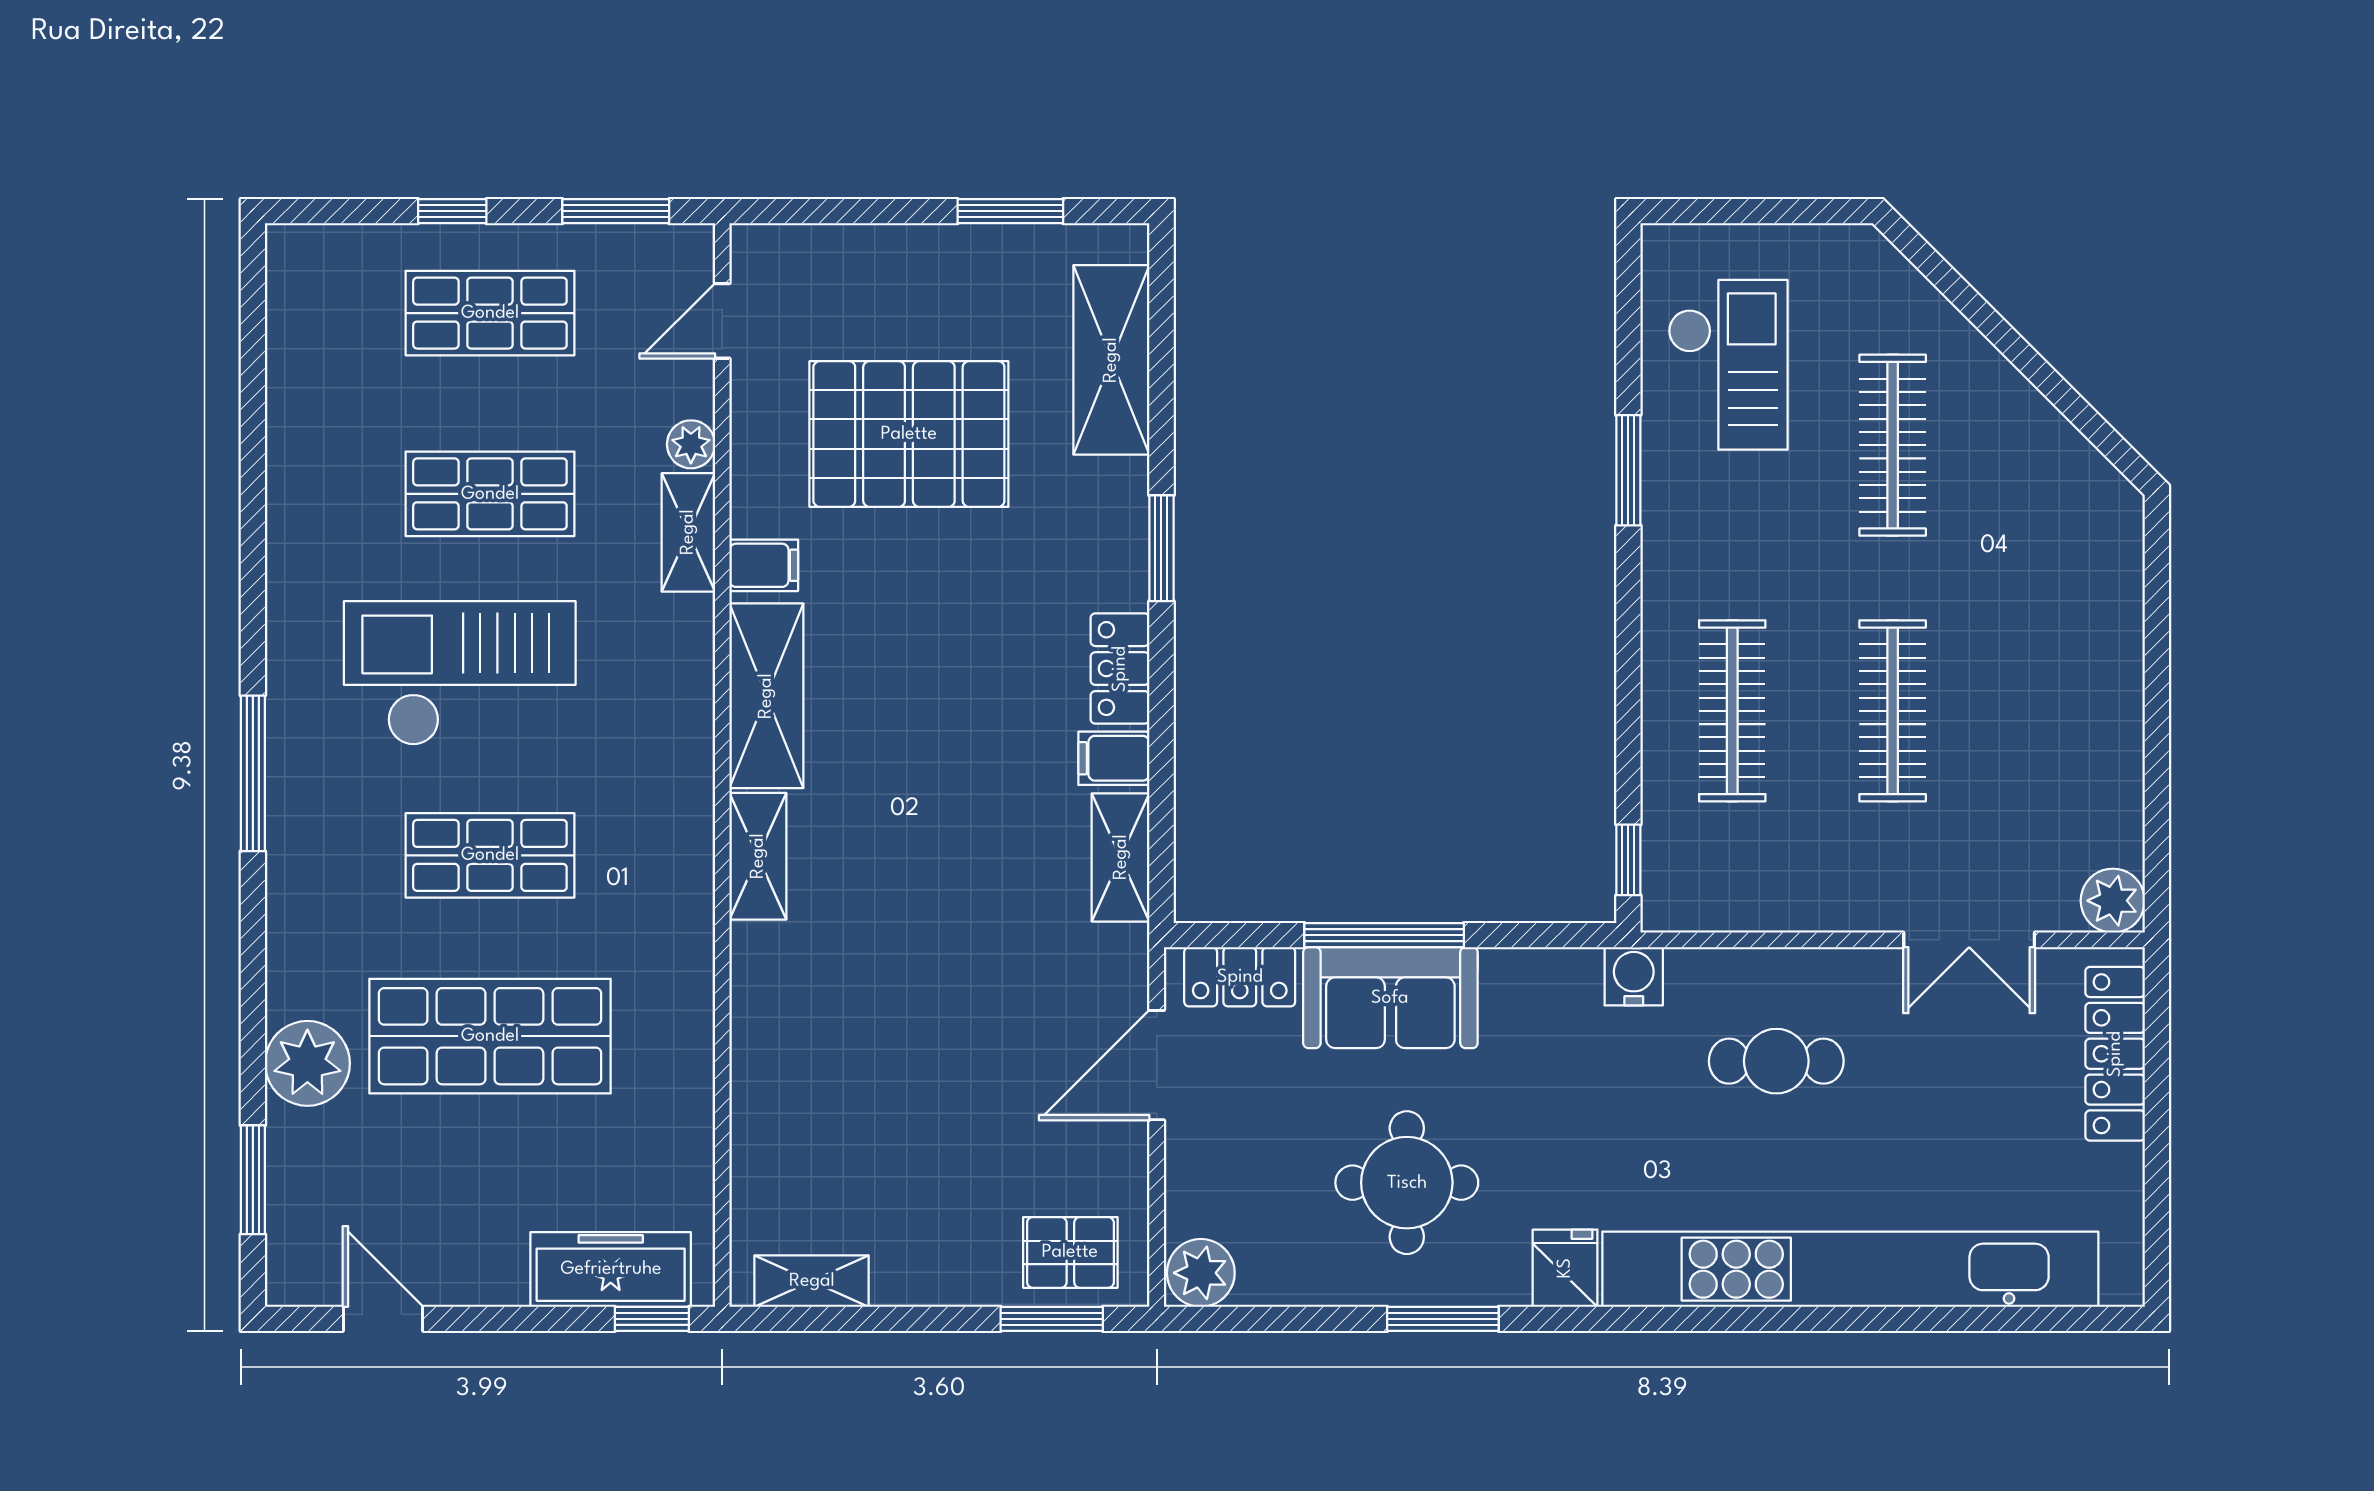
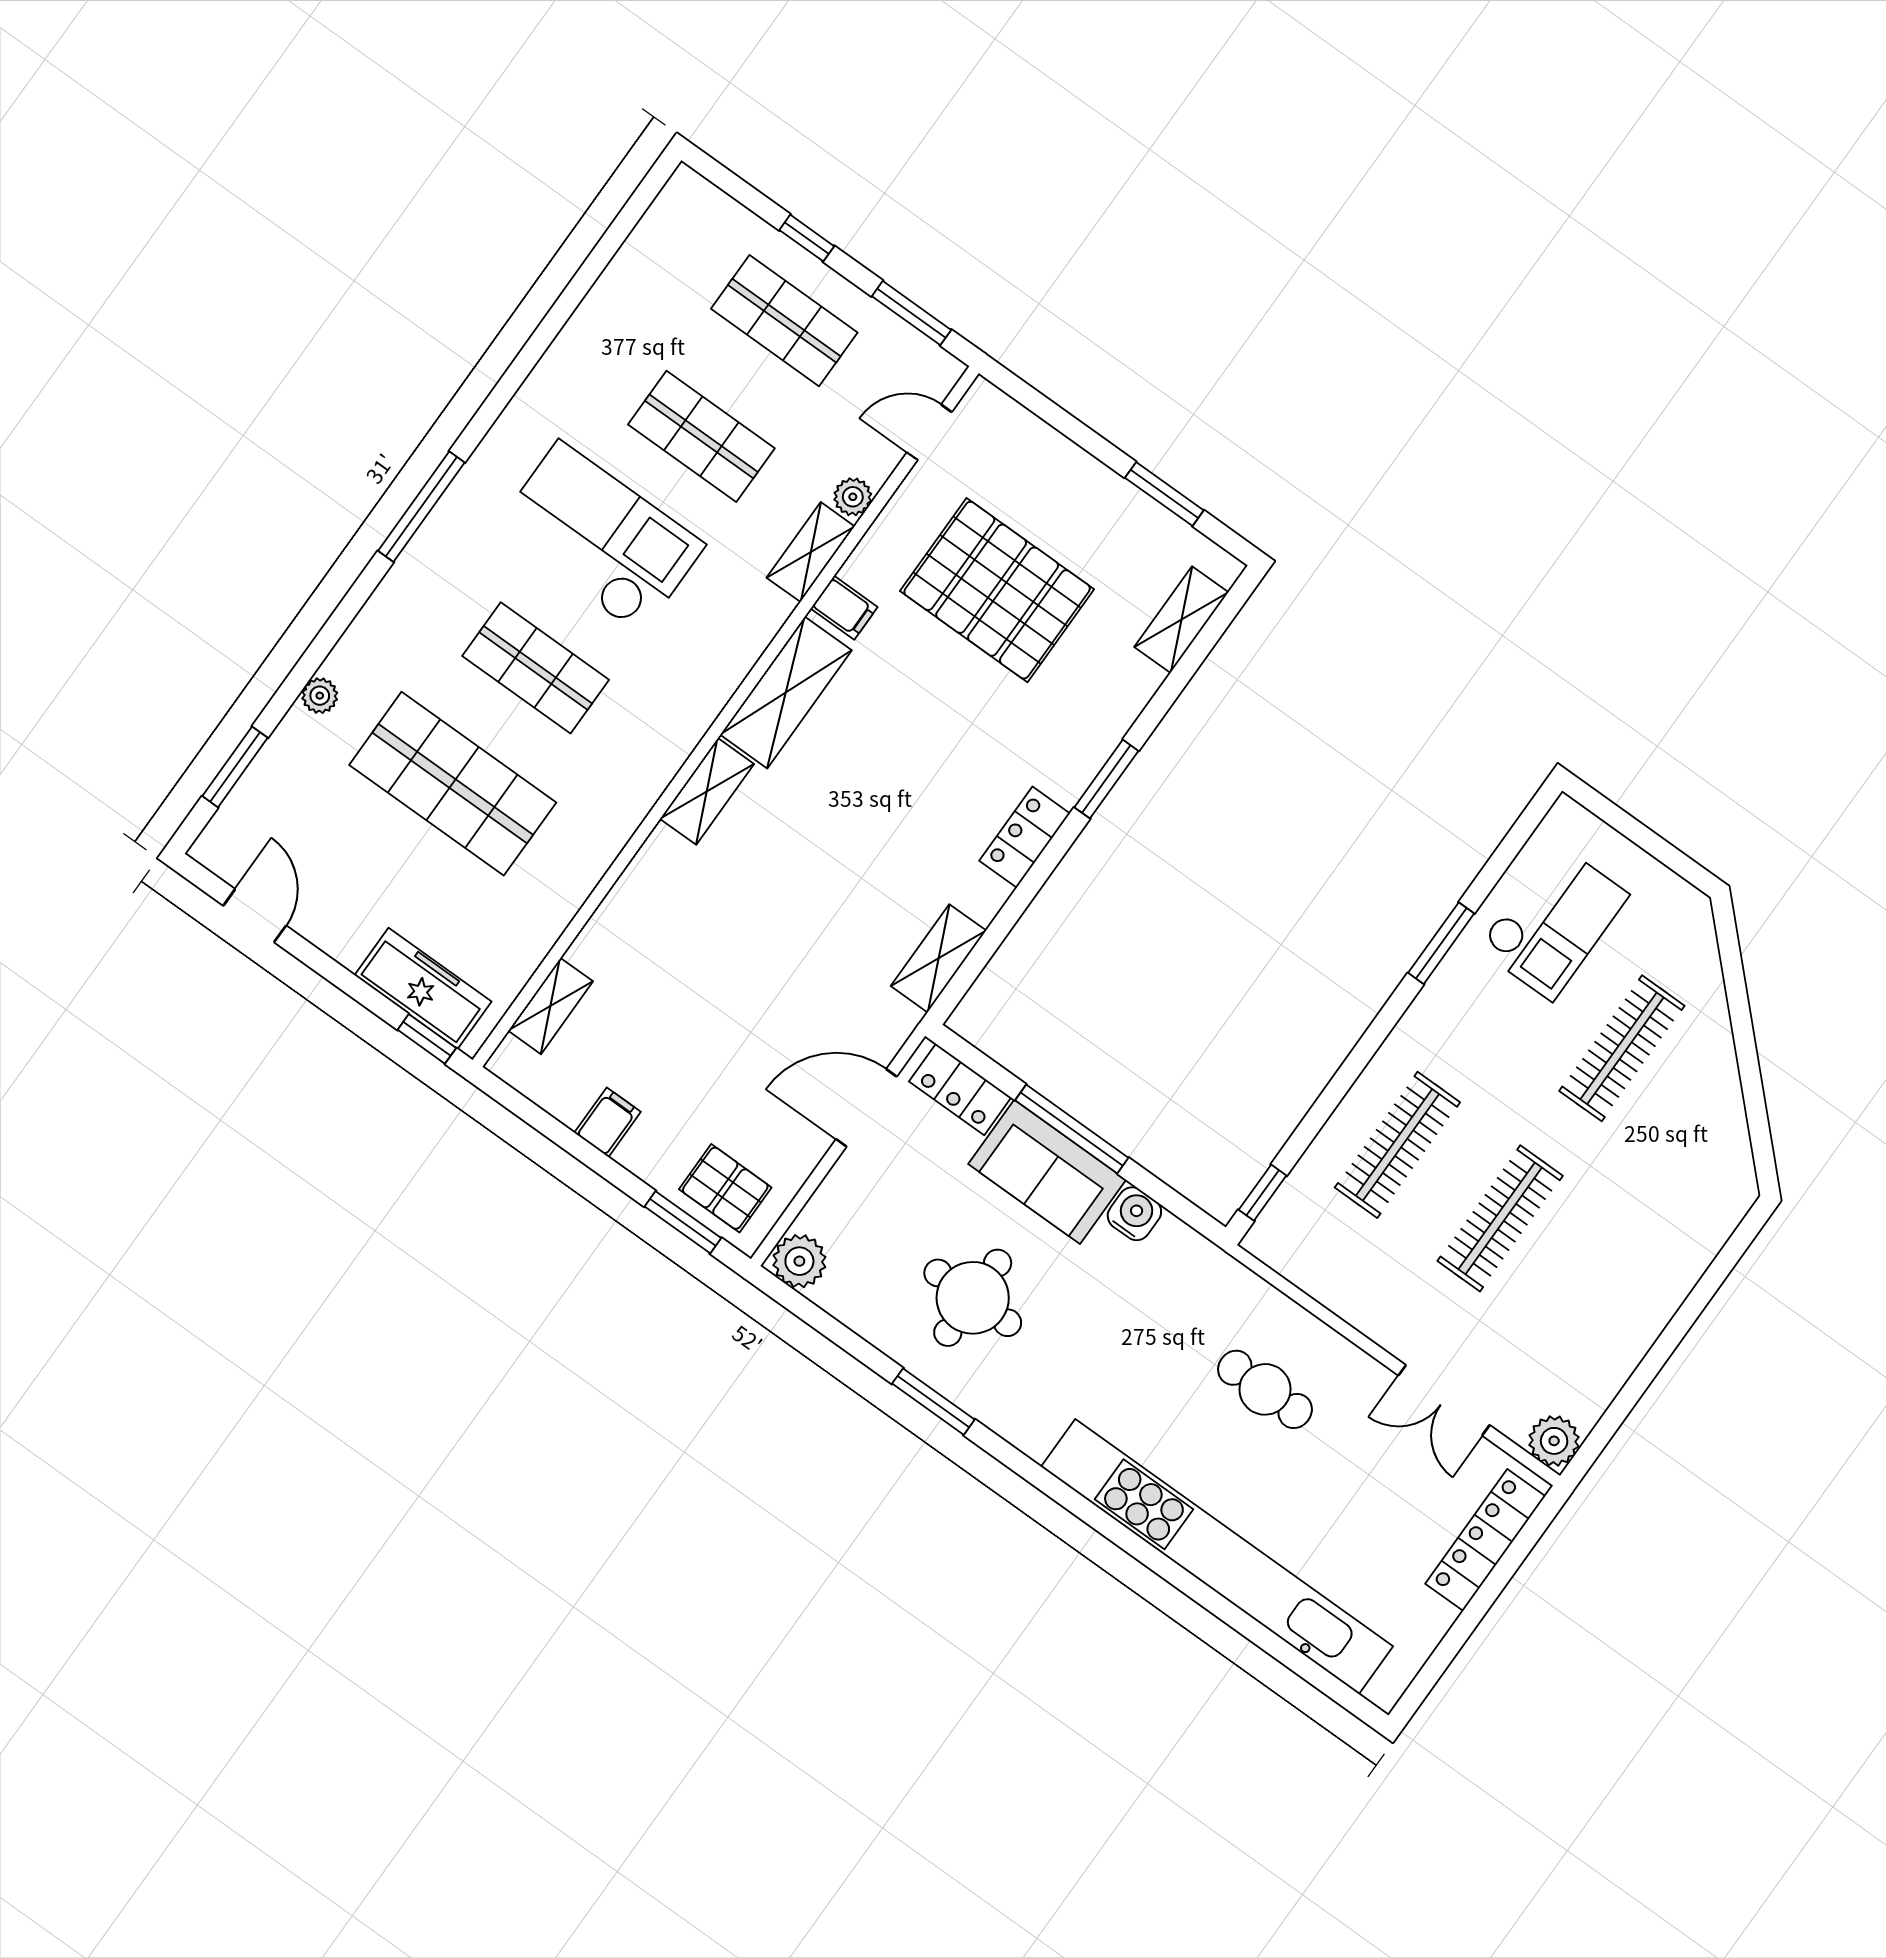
shelving: (1111, 360) -> (1181, 620), width x0.67, depth x0.75
filing cabinet: (1114, 758) -> (608, 1122), moved, turned 90
water cooler: (1634, 976) -> (1134, 1214), moved
plant: (307, 1063) -> (320, 696), width x0.53, depth x0.53
fridge: (1565, 1268) -> (1035, 1425), removed
shelving: (812, 1281) -> (551, 1006), moved, turned 90

